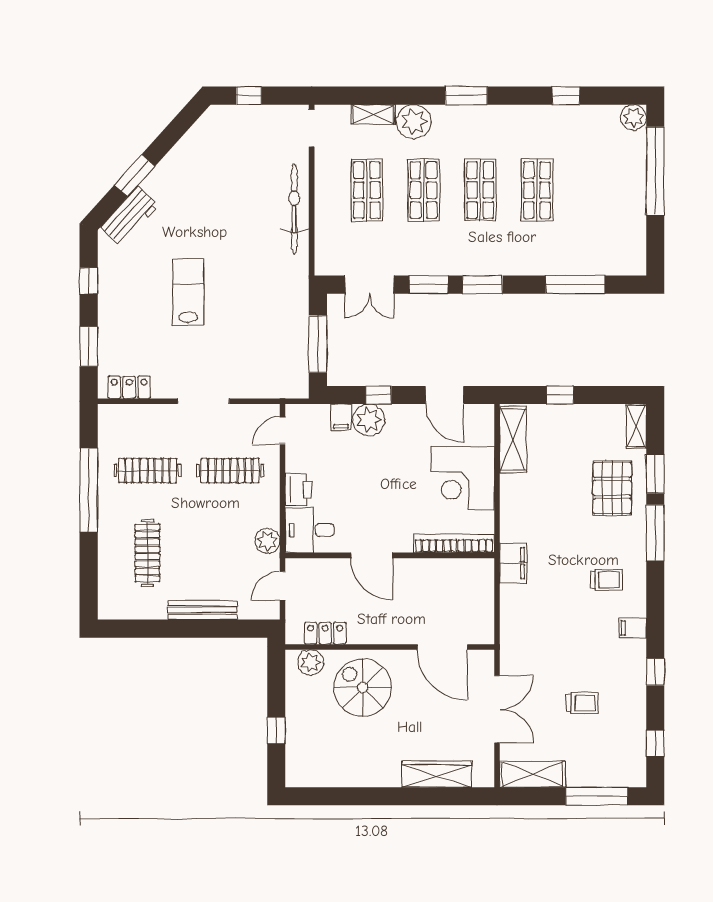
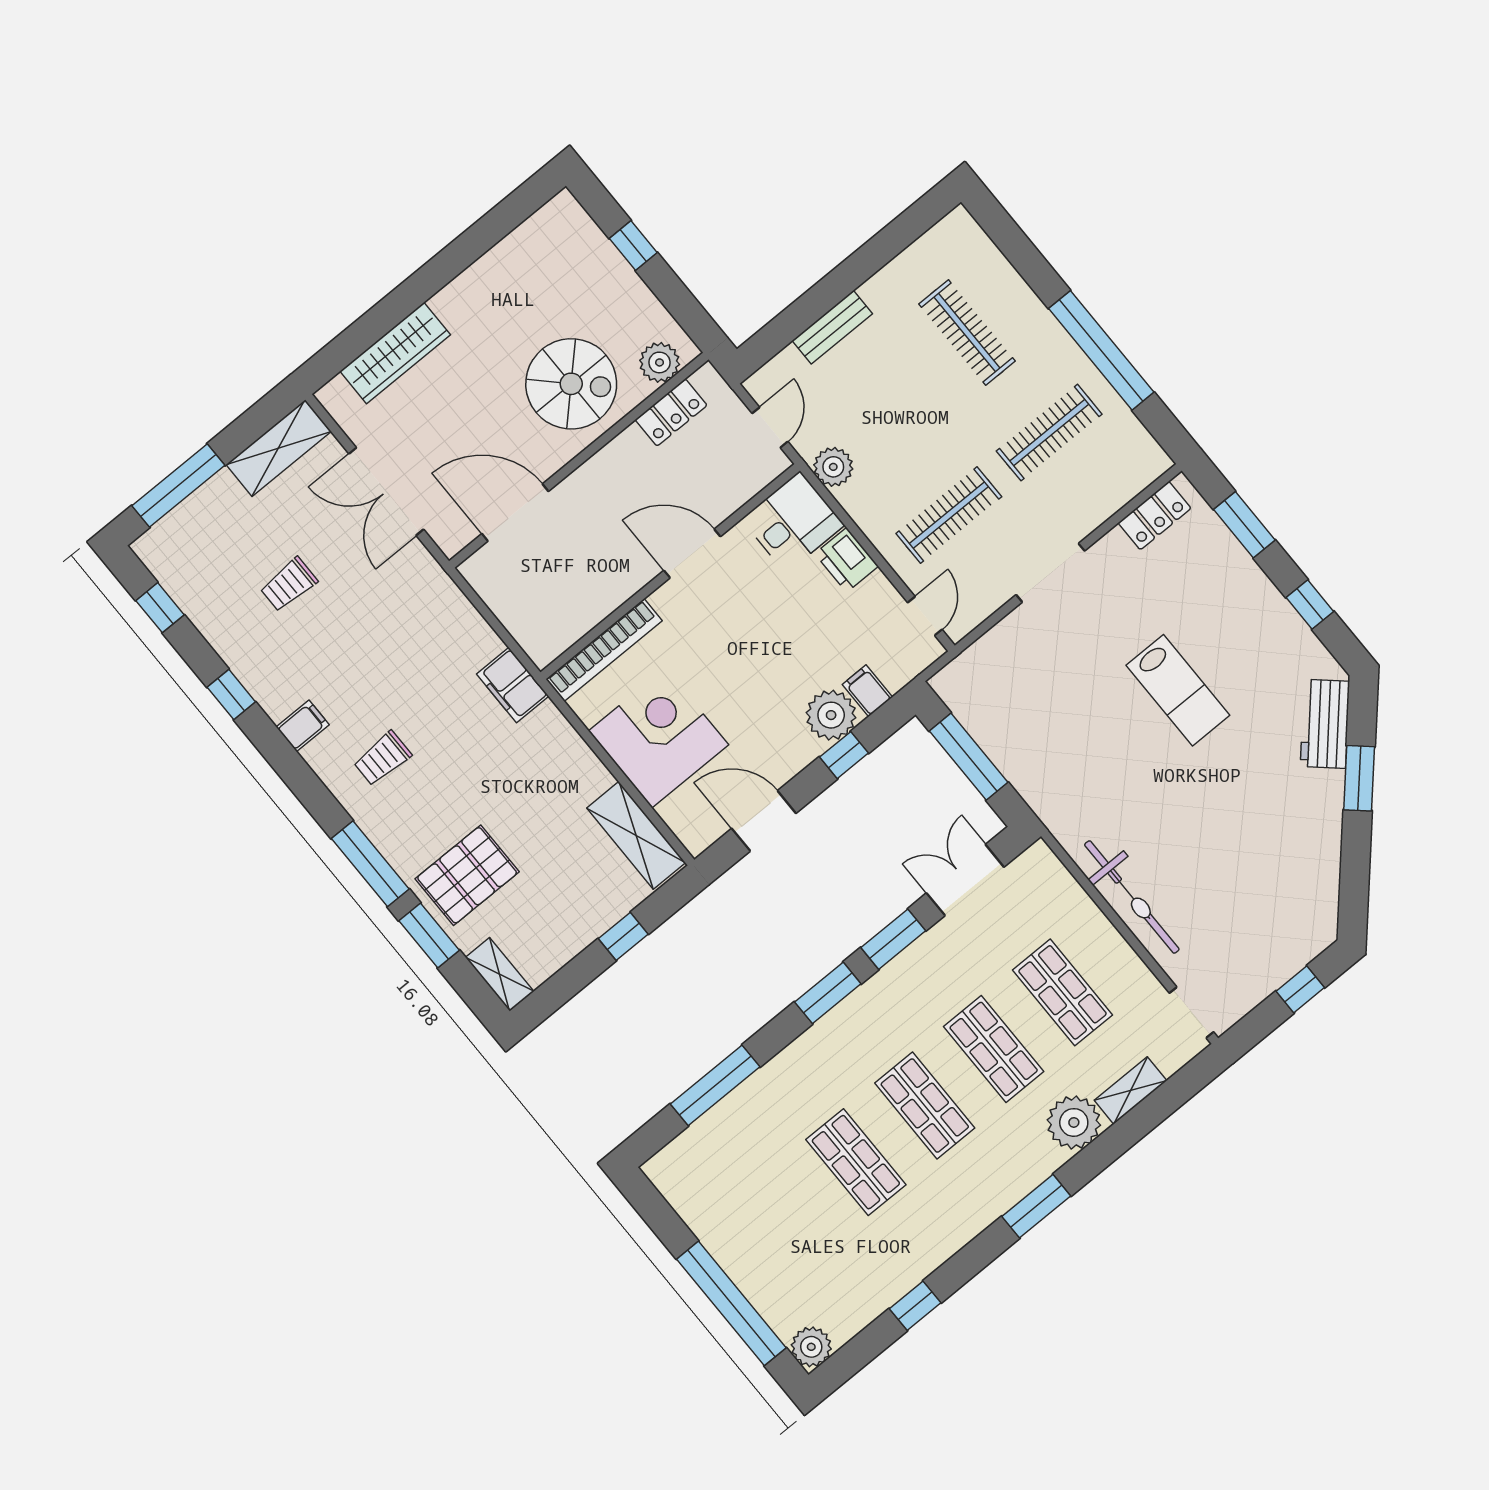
pallet: (612, 488) -> (467, 875), turned 90
bench: (202, 610) -> (832, 327), width x0.73

